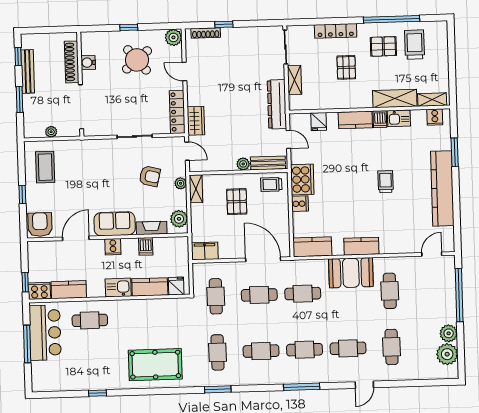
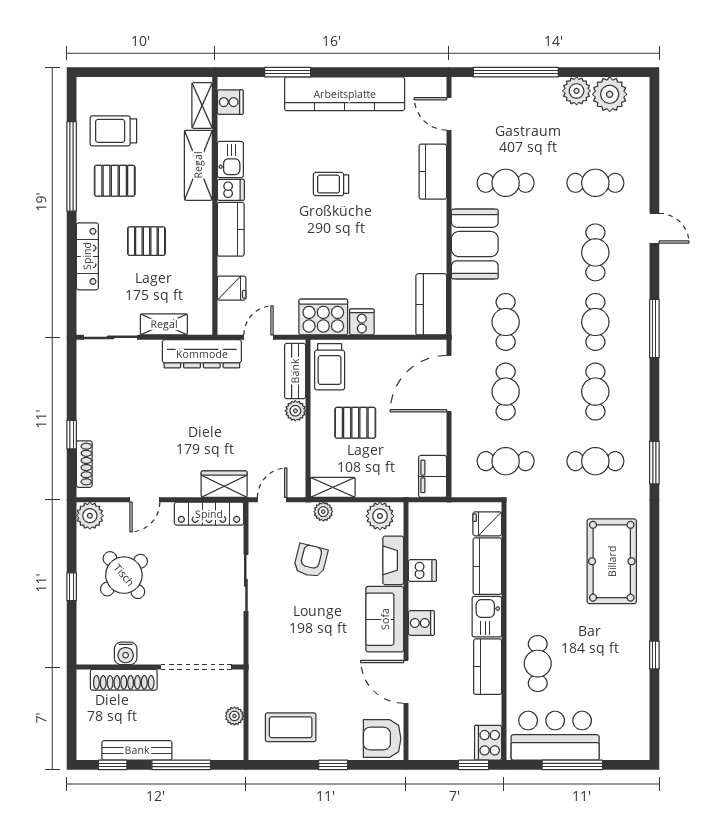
pallet: (383, 46) -> (115, 181), turned 90
window: (19, 99) -> (181, 765), width x1.44
trolley: (271, 184) -> (330, 367), width x1.36, depth x1.39
kitchen counter: (361, 246) -> (433, 172), moved
kitchen counter: (69, 290) -> (488, 667), moved

